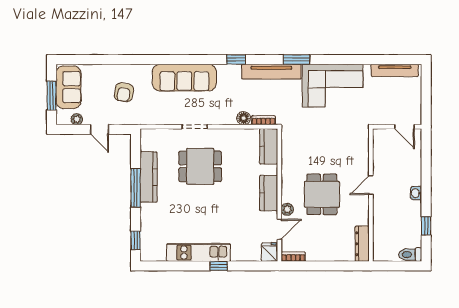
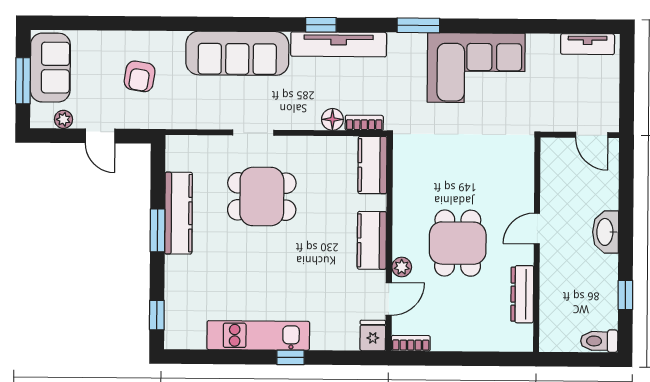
tv unit: (395, 70) -> (588, 44), width x0.71
tv unit: (271, 72) -> (339, 44), moved
window: (136, 188) -> (157, 230), width x0.69
washbasin: (416, 193) -> (606, 232), width x1.91, depth x1.45
dresser: (362, 244) -> (522, 294), moved

